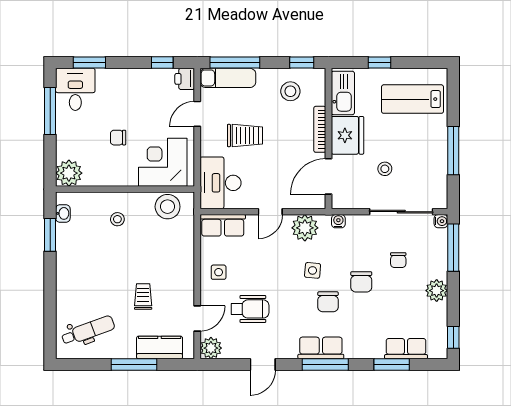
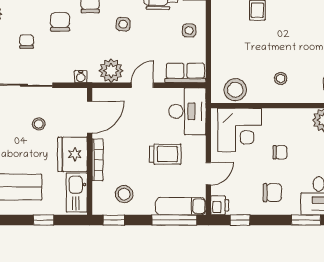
chair: (127, 93) -> (272, 193), added
trolley: (245, 135) -> (165, 154), turned 180
side table: (313, 270) -> (123, 24), moved

